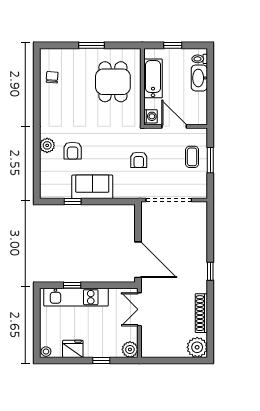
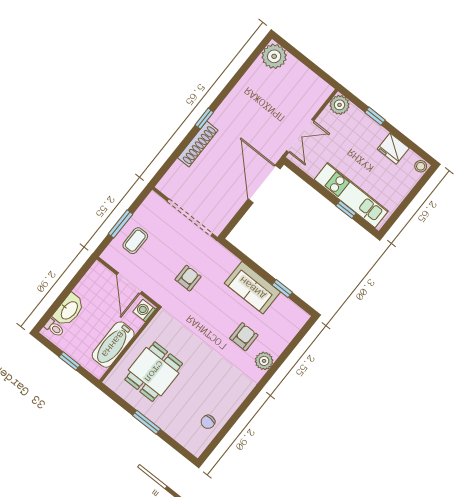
shoe rack: (201, 313) -> (198, 144), moved

